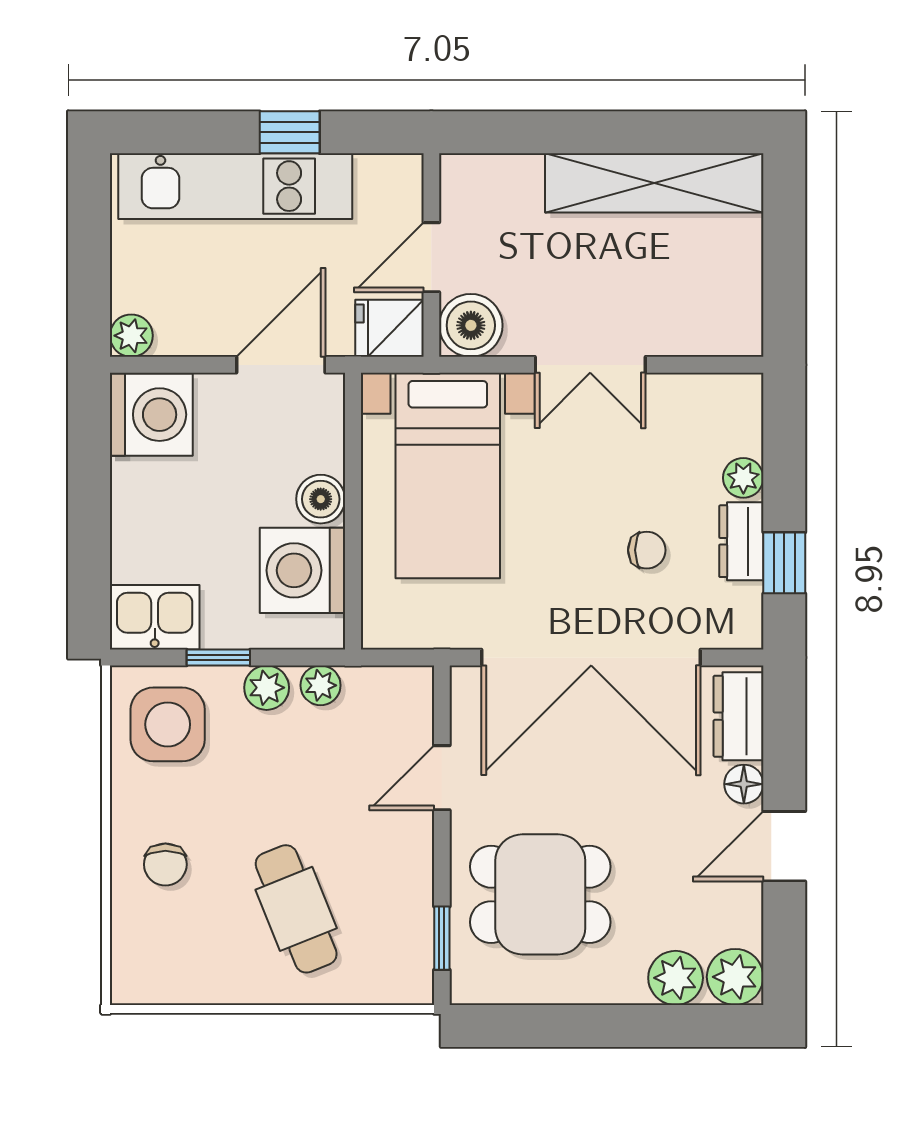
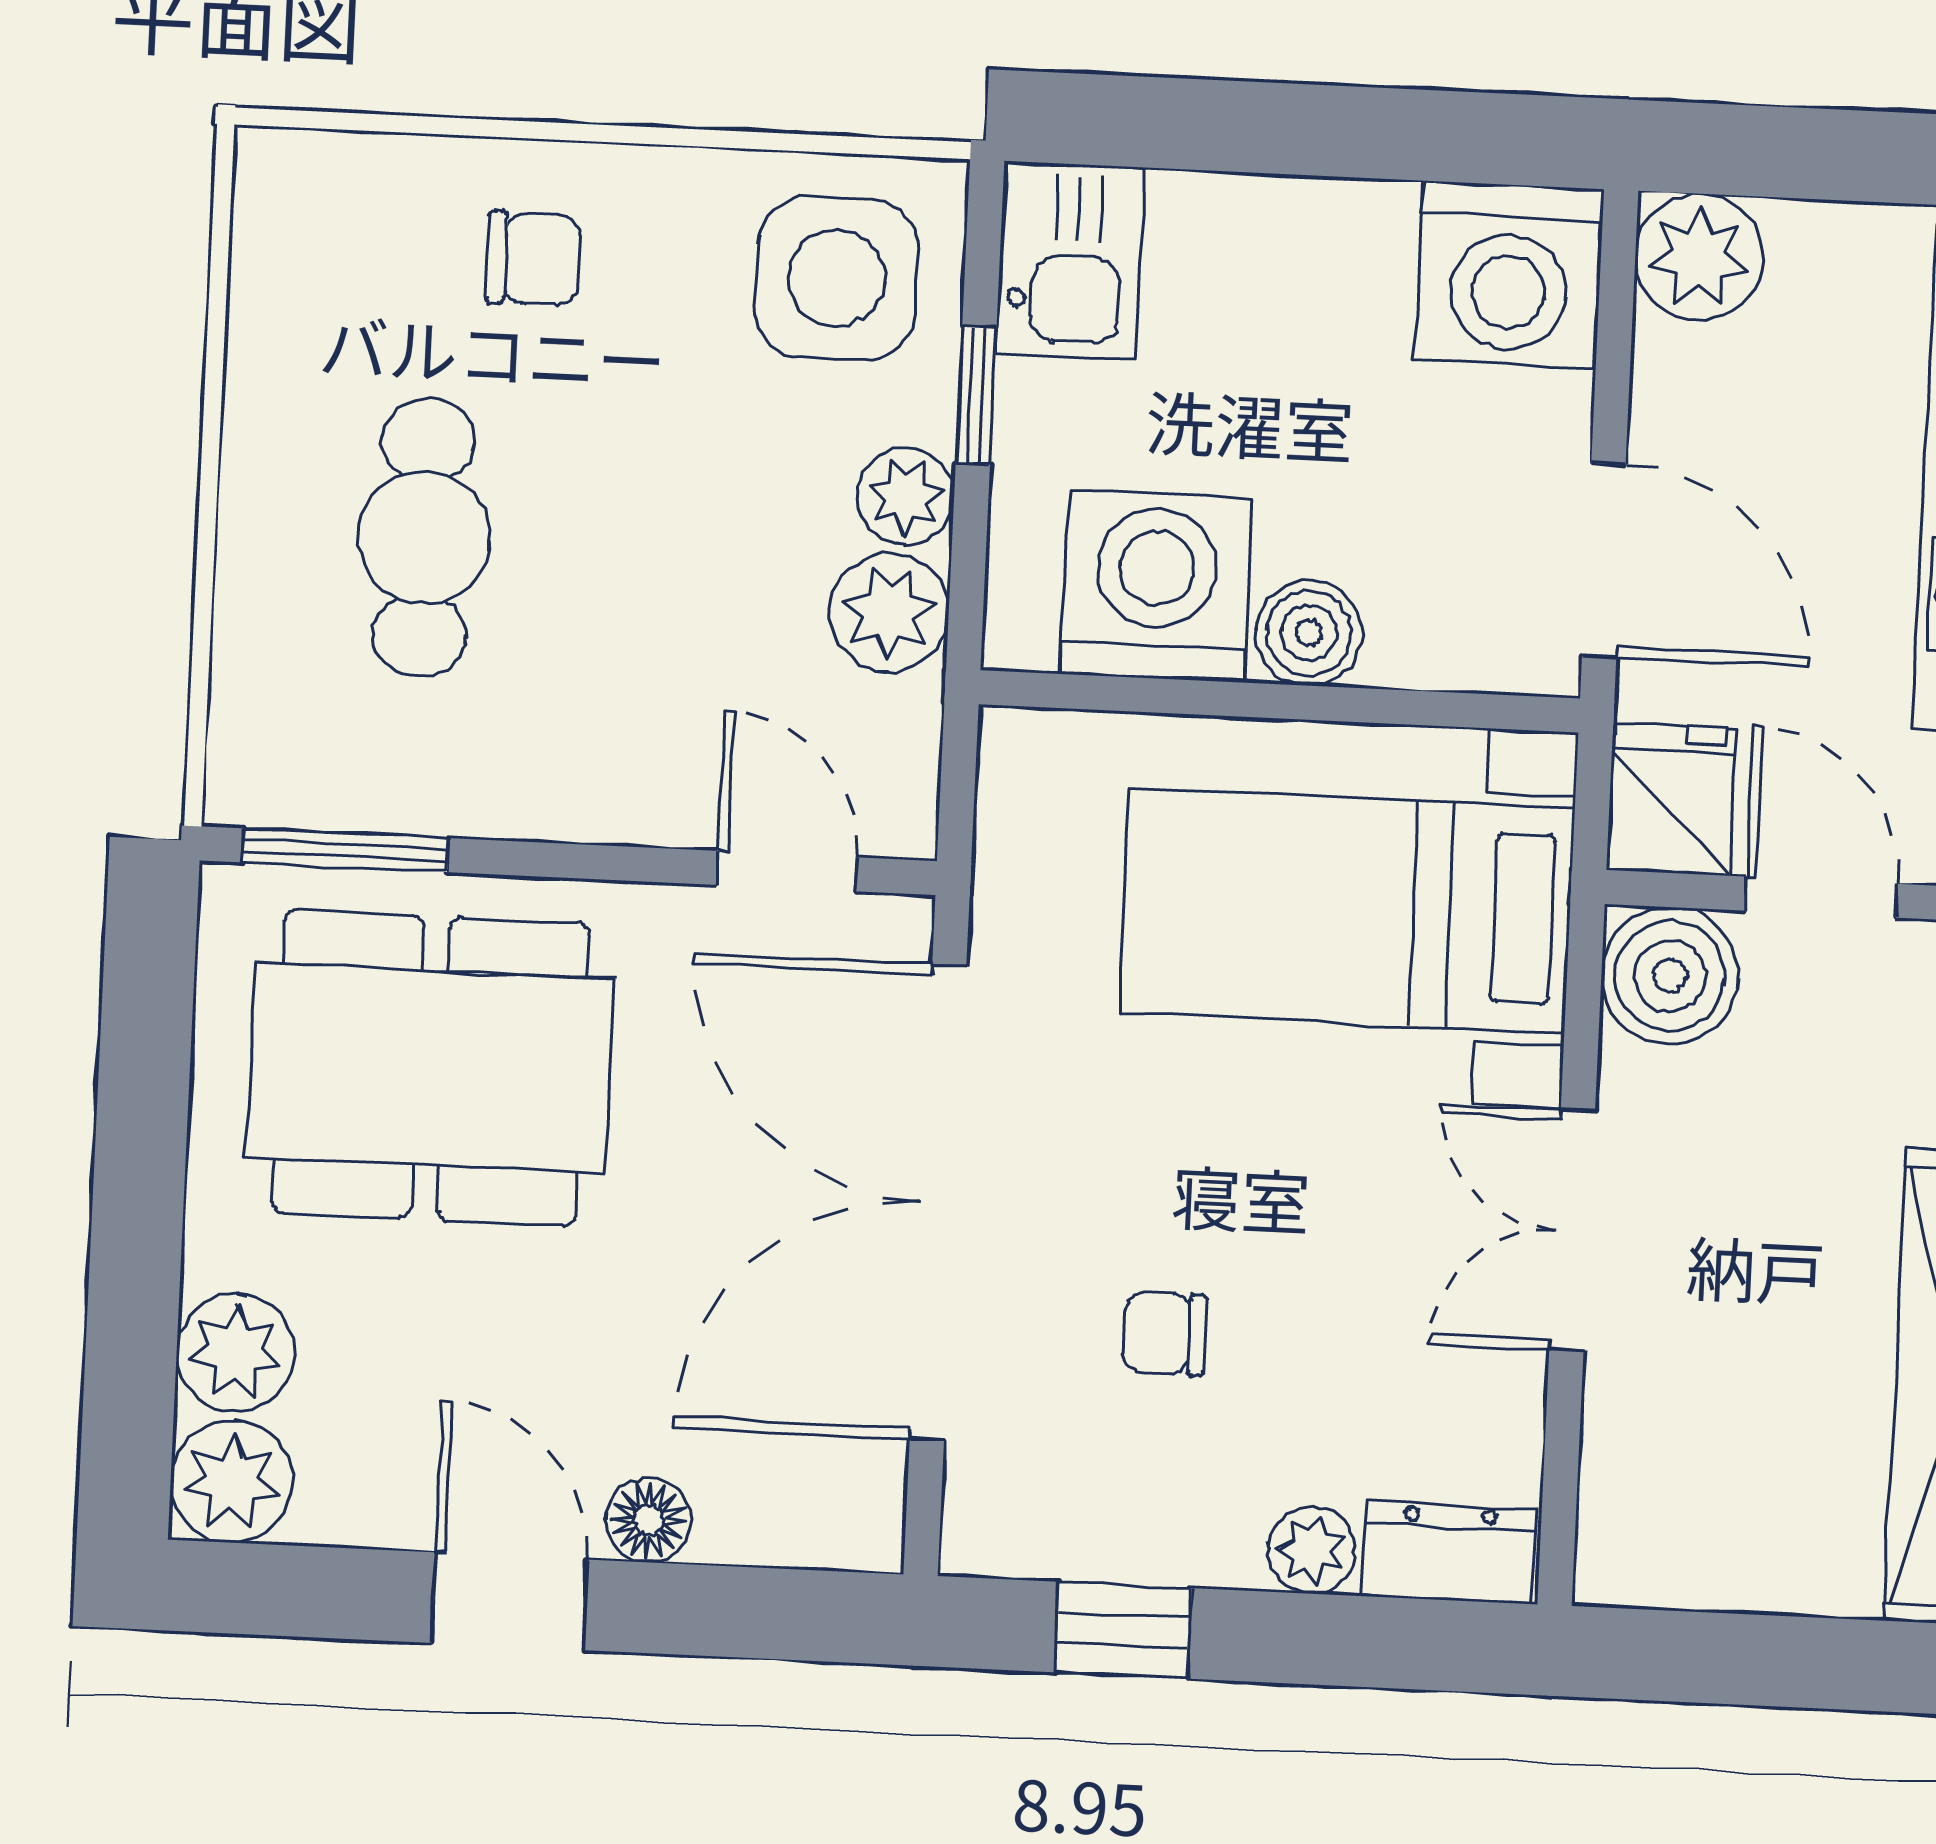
plant: (131, 336) -> (1699, 257), width x1.38, depth x1.38
dresser: (741, 541) -> (1449, 1552), moved
chair: (647, 550) -> (1165, 1334), turned 90
plant: (321, 685) -> (889, 613), width x1.38, depth x1.38
dresser: (738, 716) -> (796, 1515), removed
door: (442, 778) -> (787, 871), moved
chair: (165, 864) -> (533, 259), turned 180
dining table: (540, 894) -> (430, 1068), width x1.37
cafe table: (296, 909) -> (424, 538), turned -68
window: (442, 938) -> (345, 850), width x1.50

